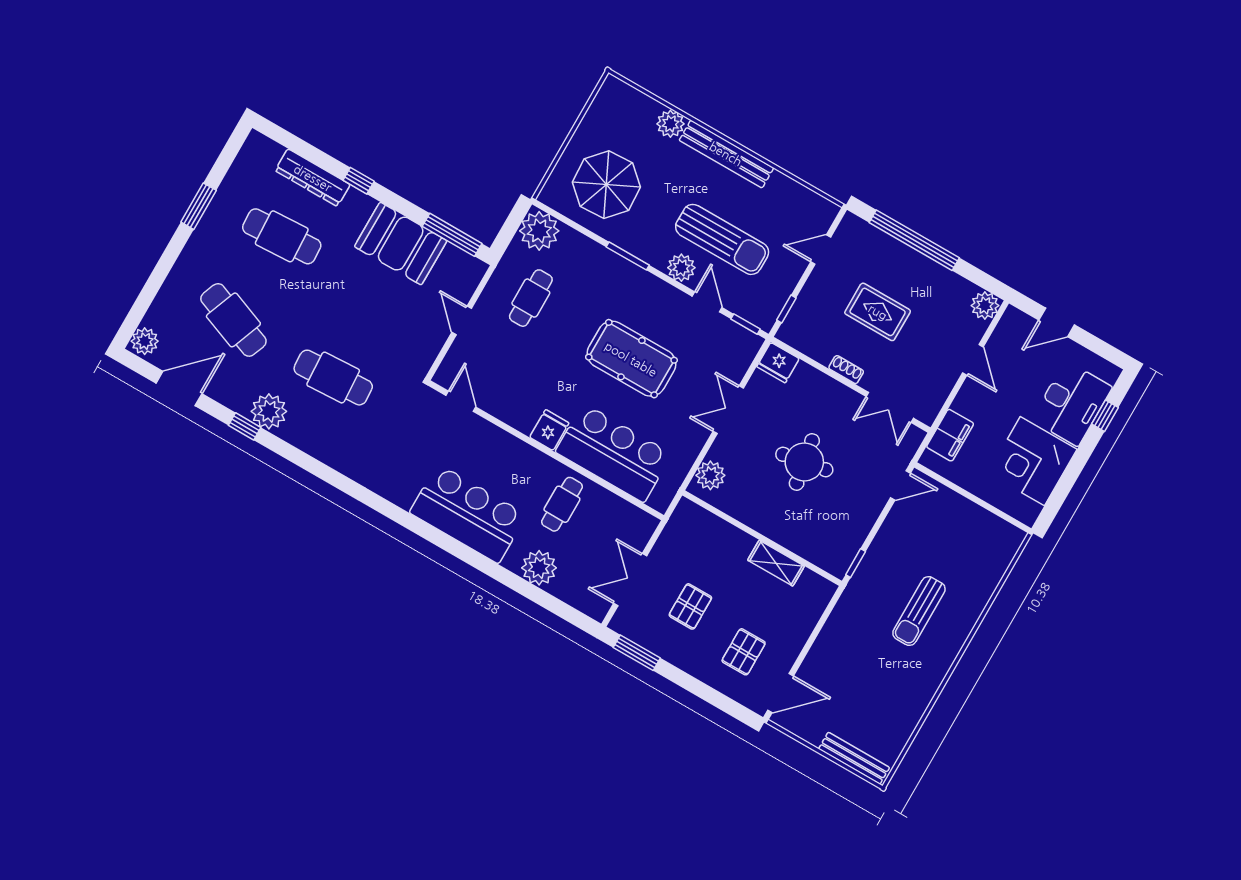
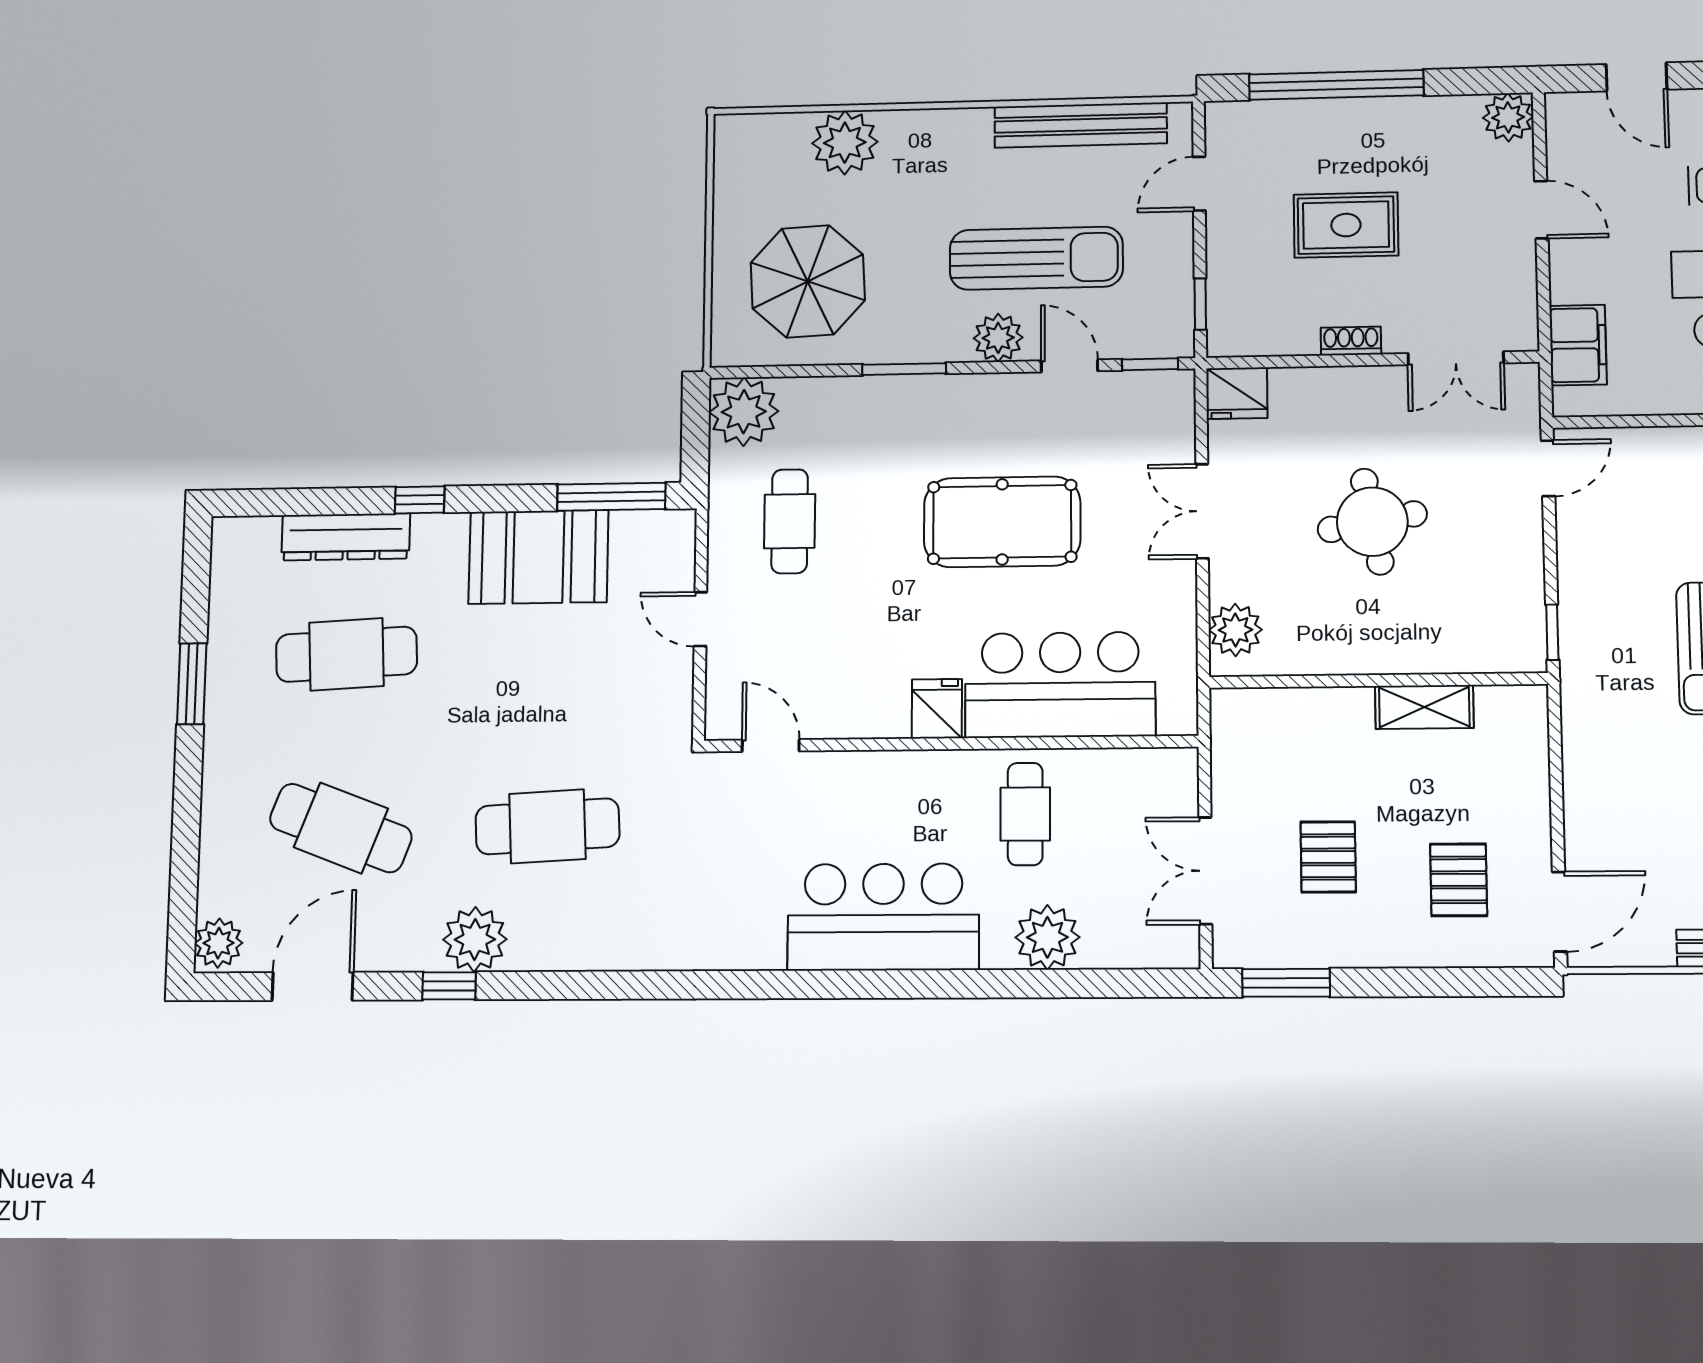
plant: (670, 124) -> (845, 143), width x1.36, depth x1.36
bench: (726, 154) -> (1081, 125), moved
door: (1057, 322) -> (1636, 77), hinge flipped

